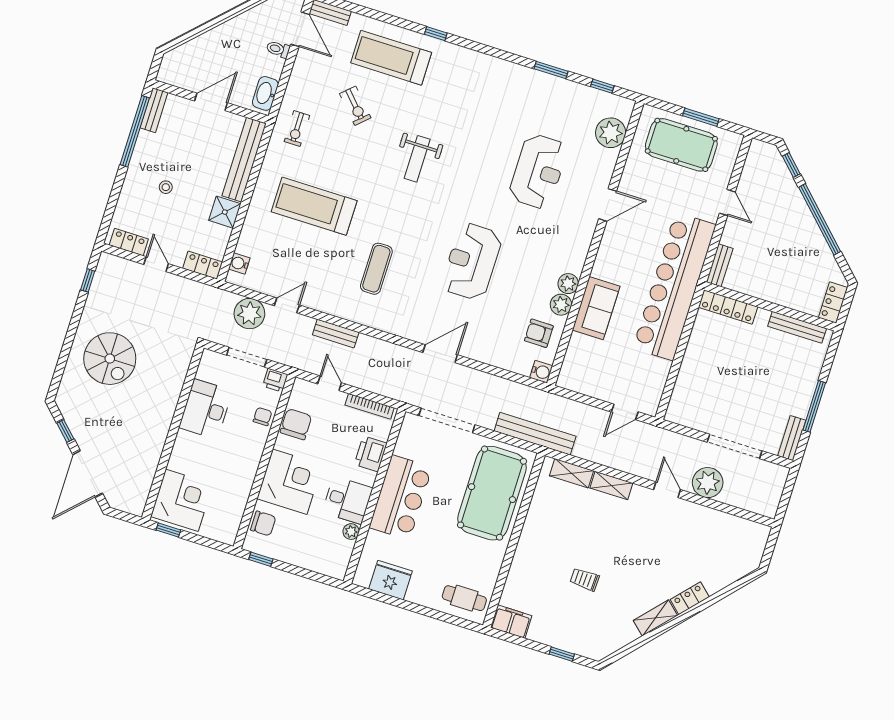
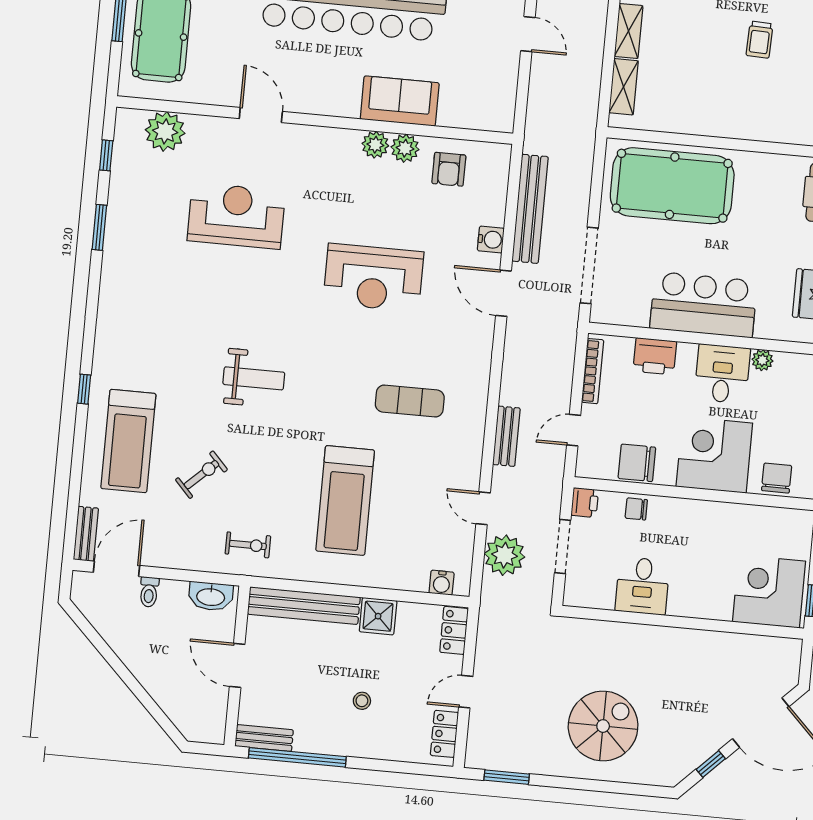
window: (88, 280) -> (507, 777), width x1.50
water cooler: (541, 372) -> (491, 240), moved, turned 90
desk: (206, 409) -> (642, 586), width x0.73
bench: (535, 434) -> (530, 209), moved

